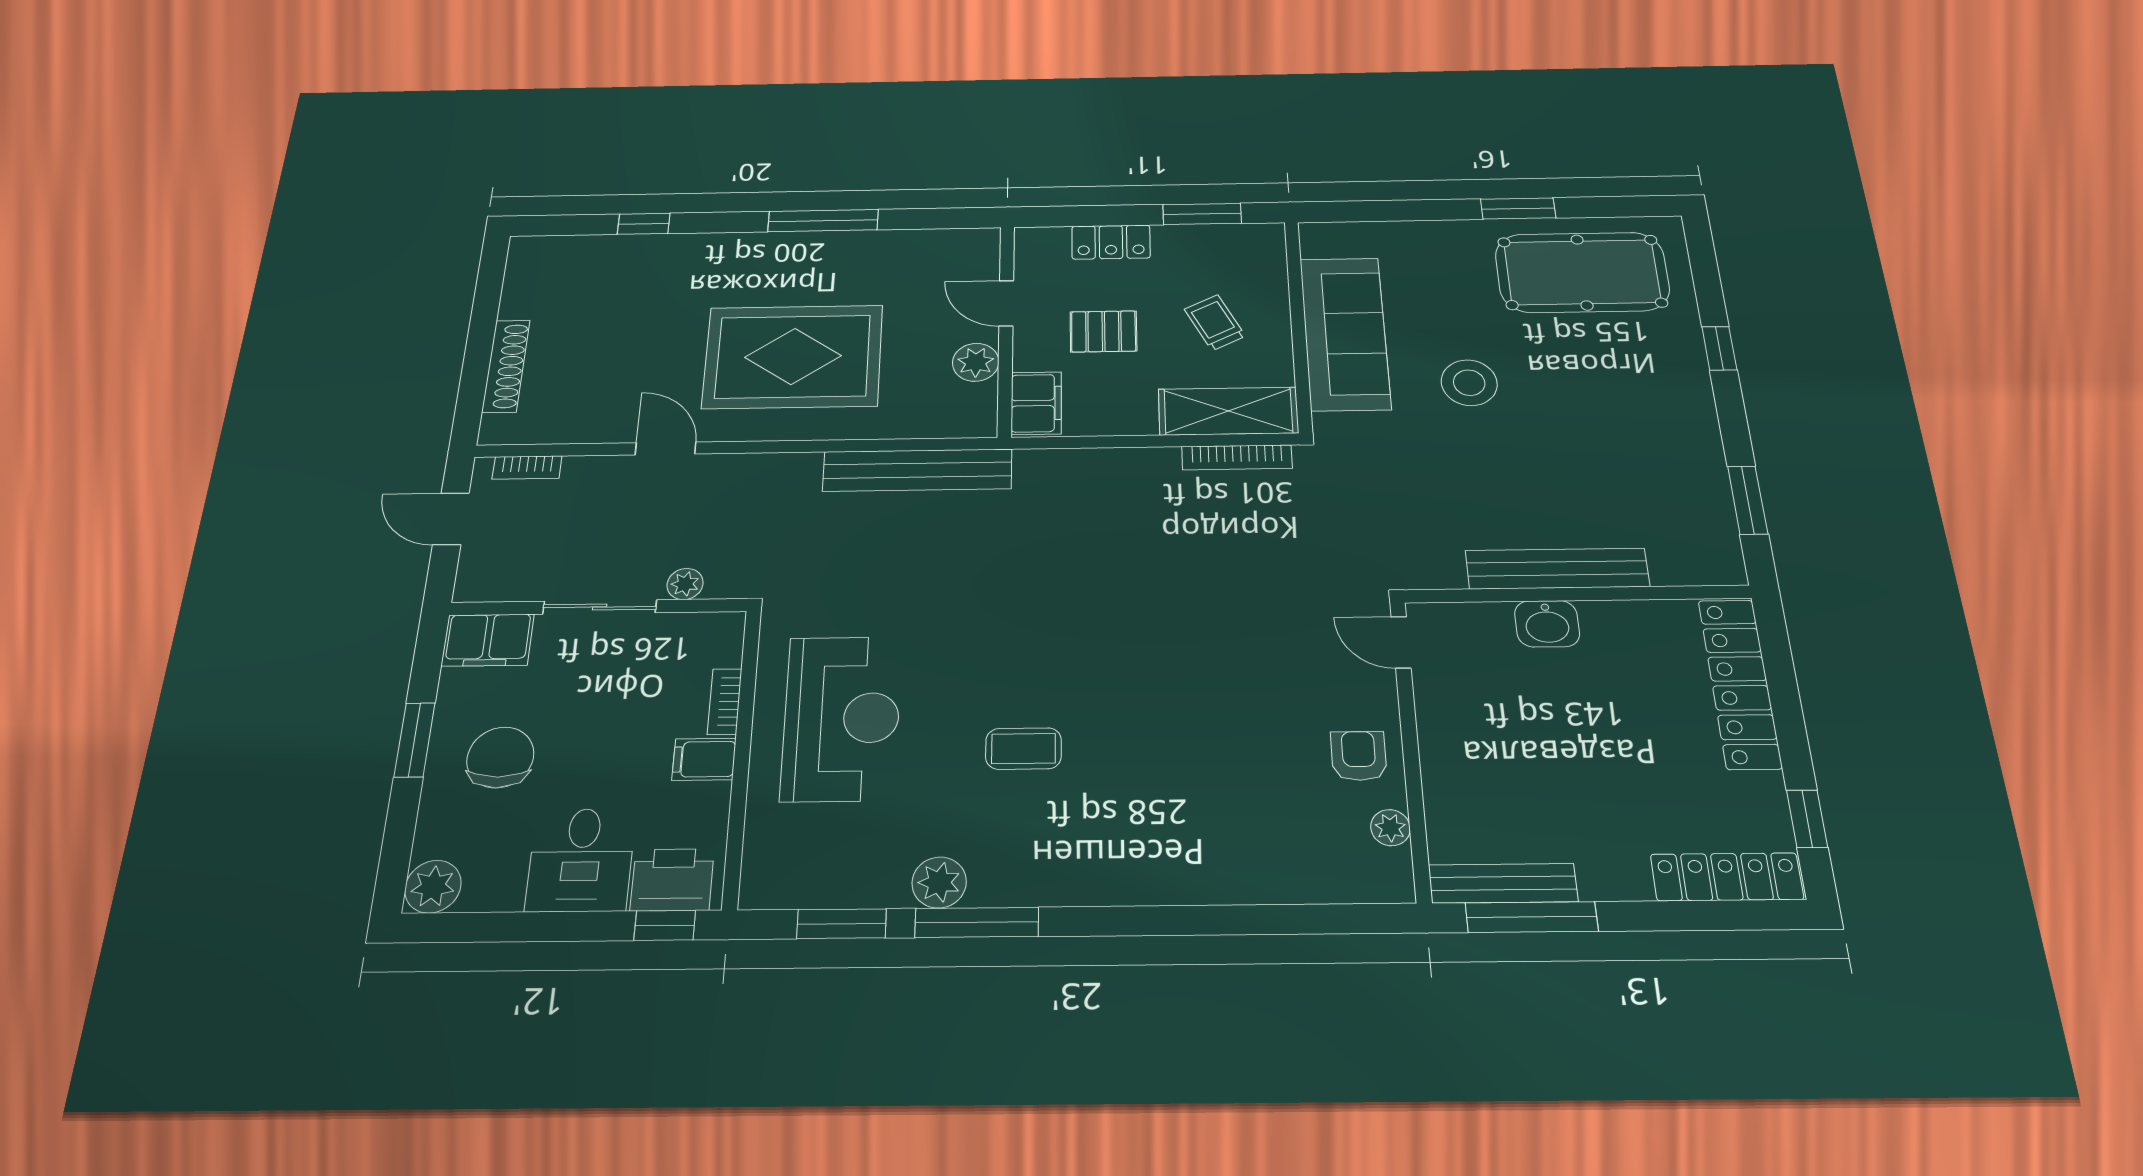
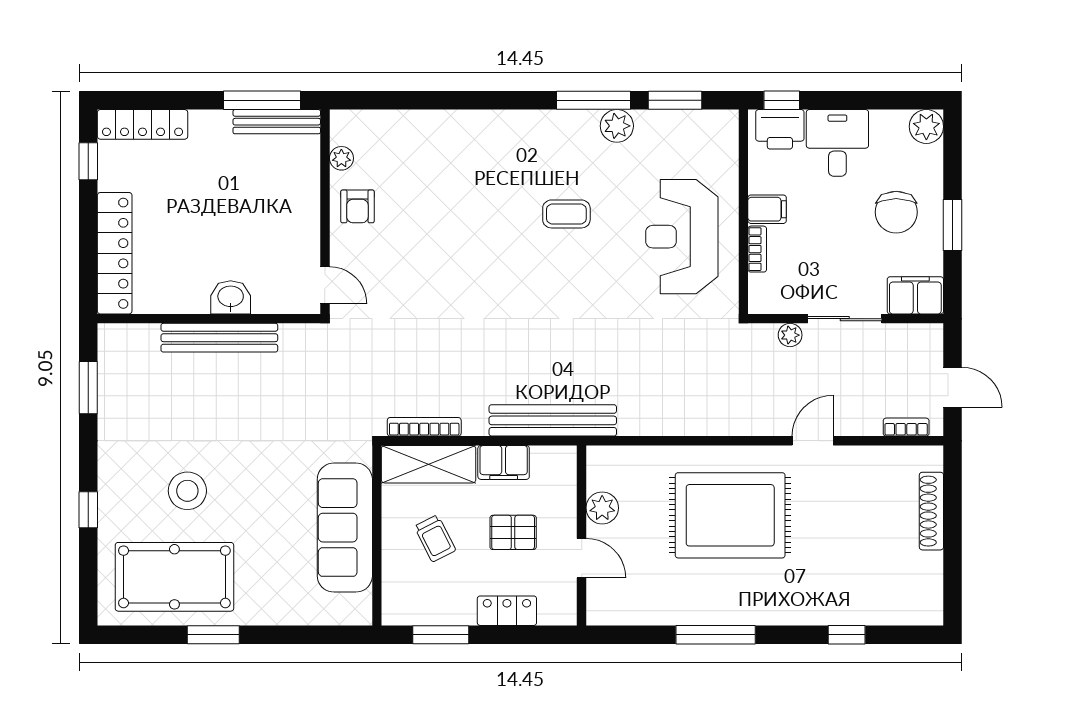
stool: (1469, 383) -> (187, 491), moved
filing cabinet: (1036, 403) -> (504, 462), moved, turned -90
door: (666, 448) -> (813, 441), swing flipped
bench: (917, 470) -> (553, 420), moved

